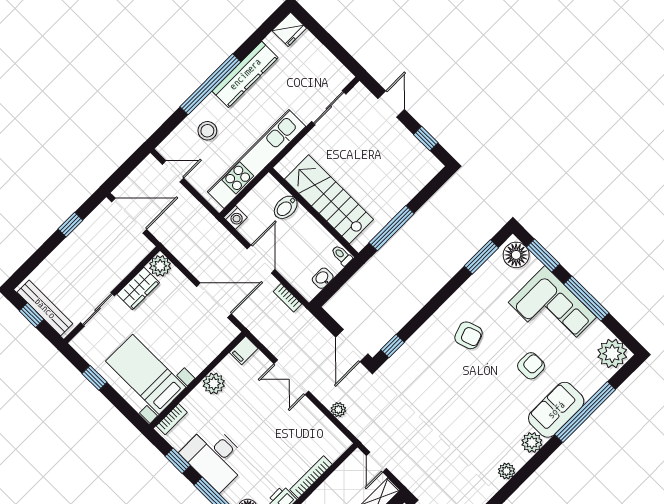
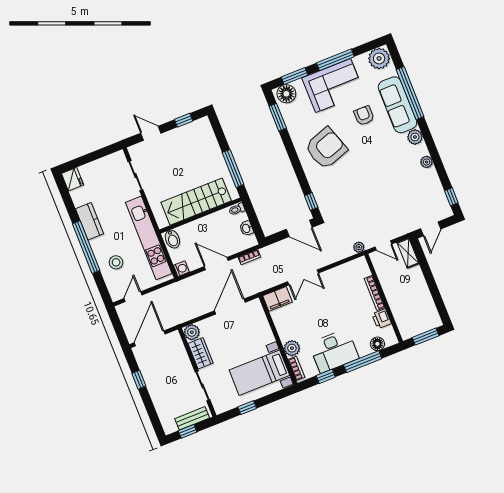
kitchen counter: (245, 74) -> (90, 221), width x0.67
bidet: (286, 207) -> (172, 239), moved
bench: (45, 308) -> (192, 418), width x0.73
armchair: (469, 335) -> (326, 148), width x1.88, depth x1.88
filing cabinet: (244, 350) -> (277, 299), width x2.00
plant: (214, 383) -> (292, 348), moved
plant: (338, 410) -> (359, 247), moved
sofa: (556, 410) -> (398, 105), width x1.36

